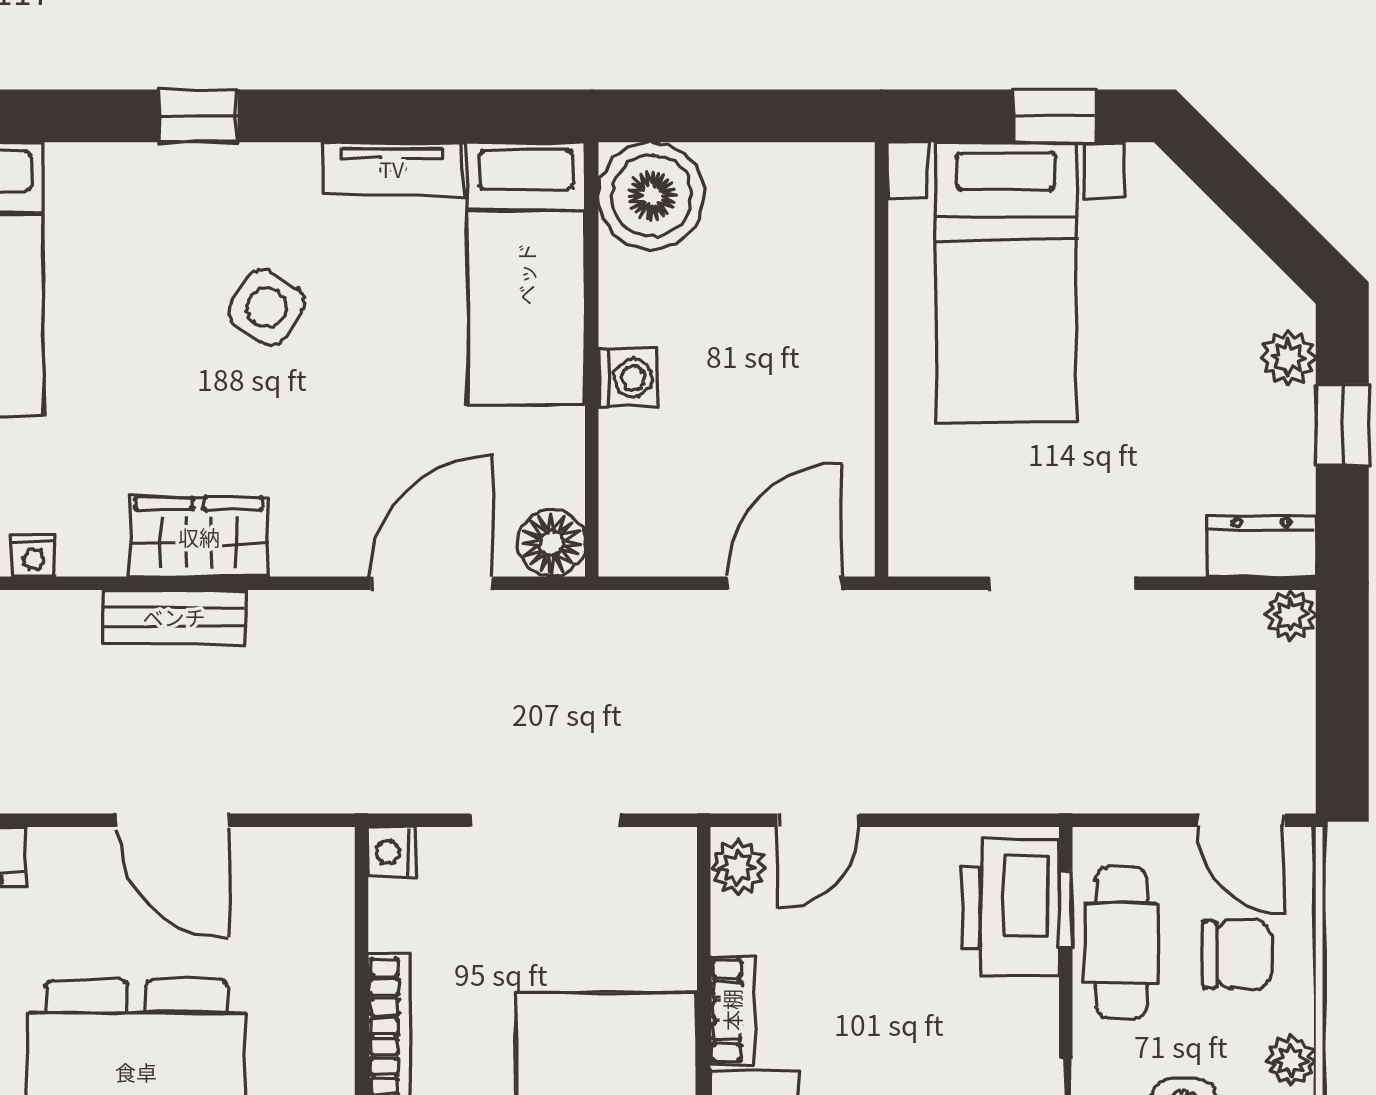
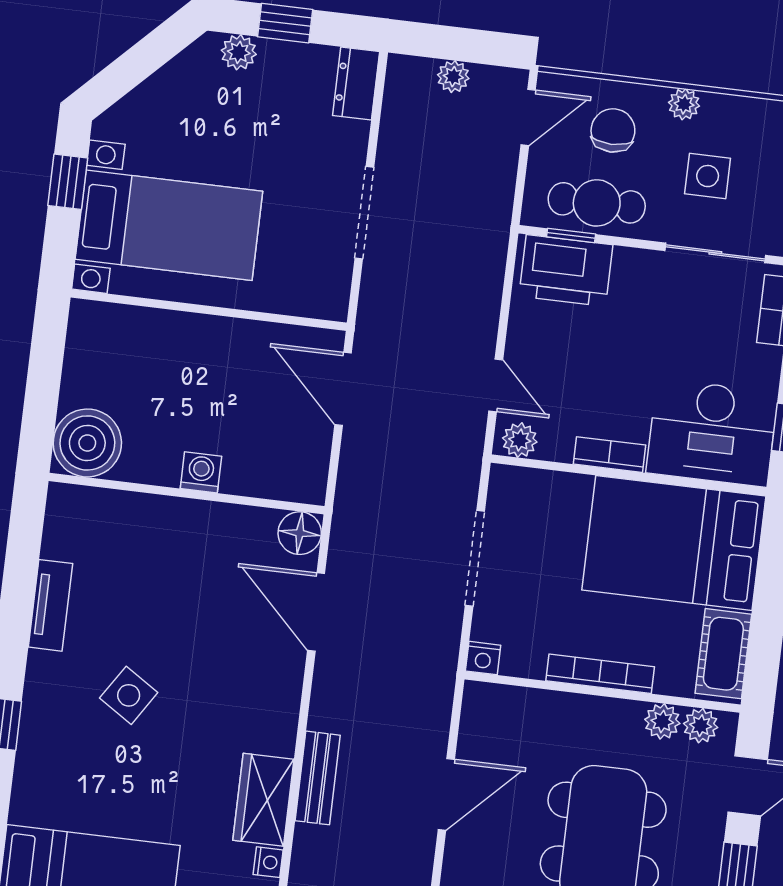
bed: (526, 274) -> (127, 529), removed
wardrobe: (199, 537) -> (263, 800), moved
plant: (1291, 615) -> (453, 77), moved

